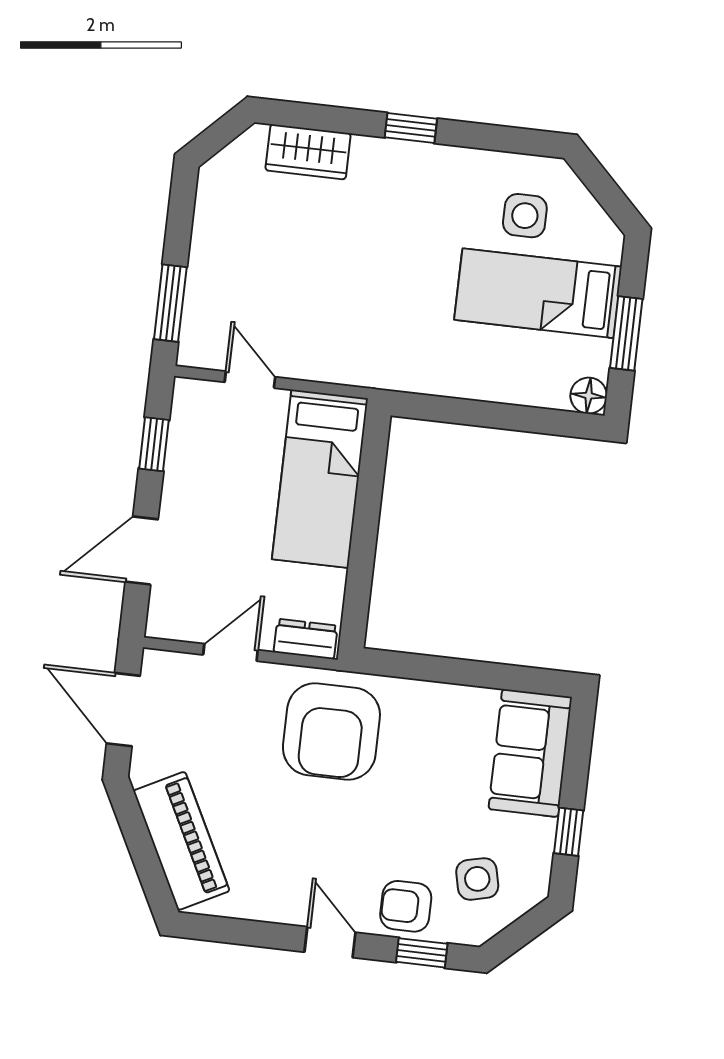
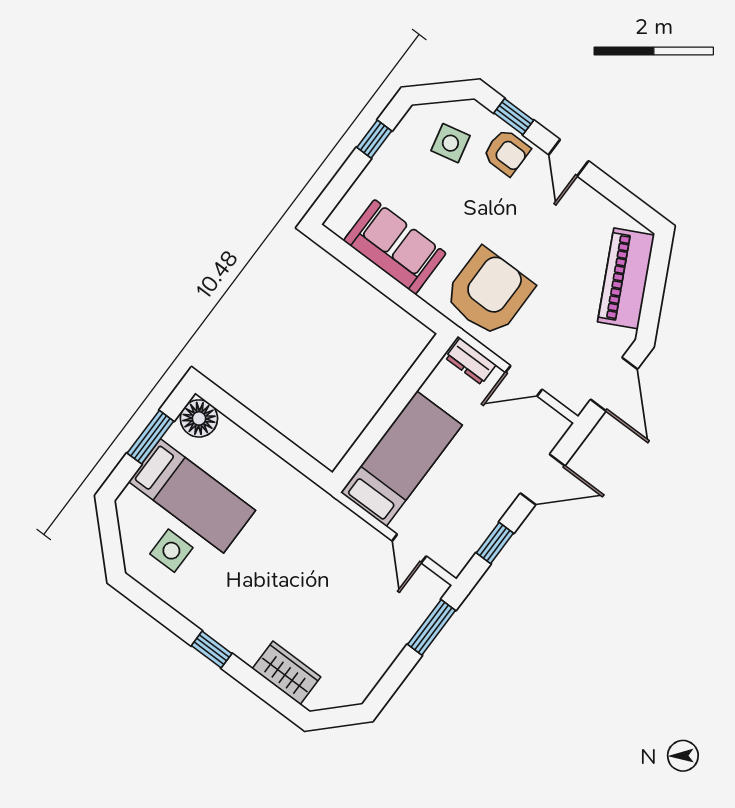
floor lamp: (589, 396) -> (199, 418), width x1.38, depth x1.38
sofa: (530, 753) -> (395, 247), moved, turned -90

